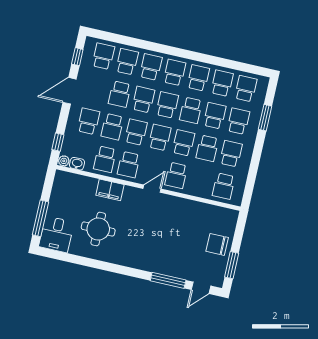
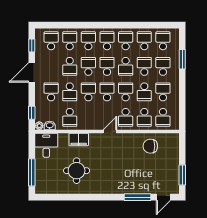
school desk: (129, 165) -> (144, 117), moved
desk: (56, 234) -> (46, 145), moved, turned 180
chair: (217, 244) -> (150, 146), moved

